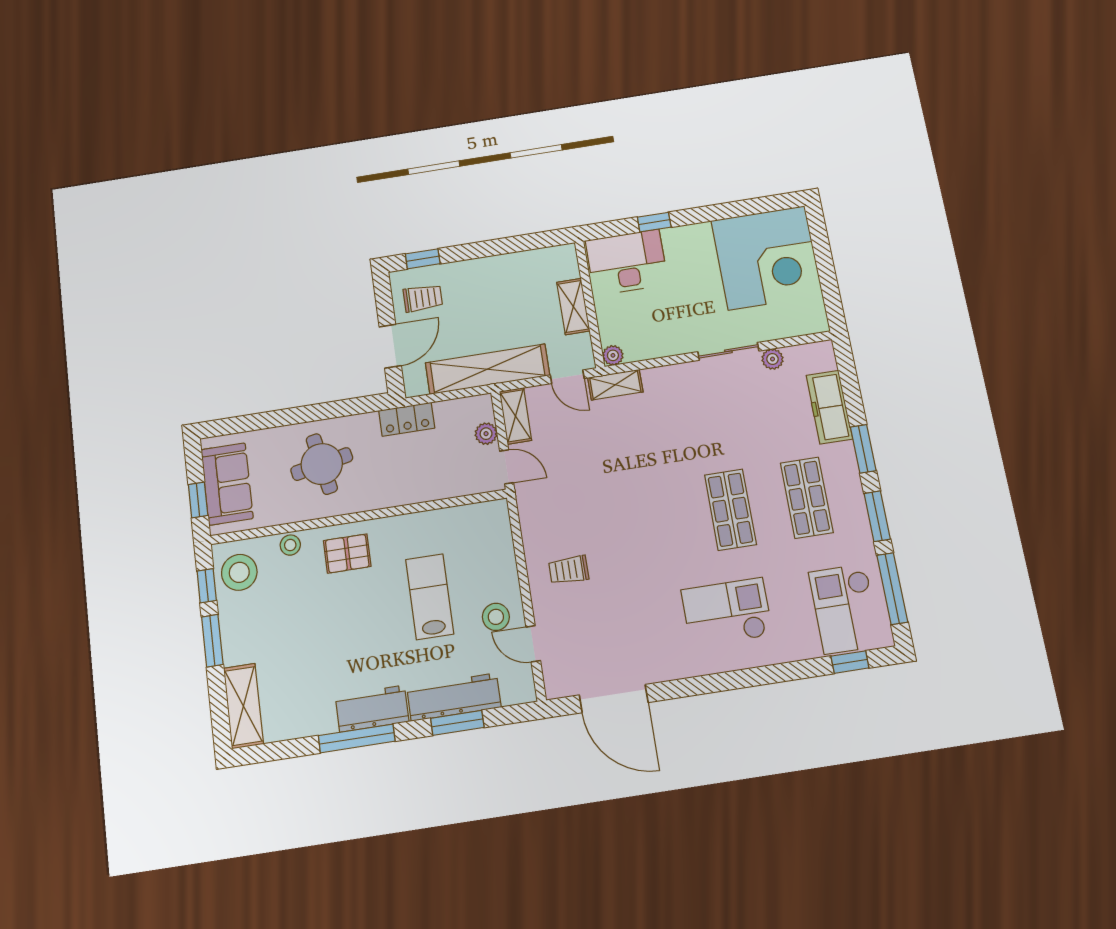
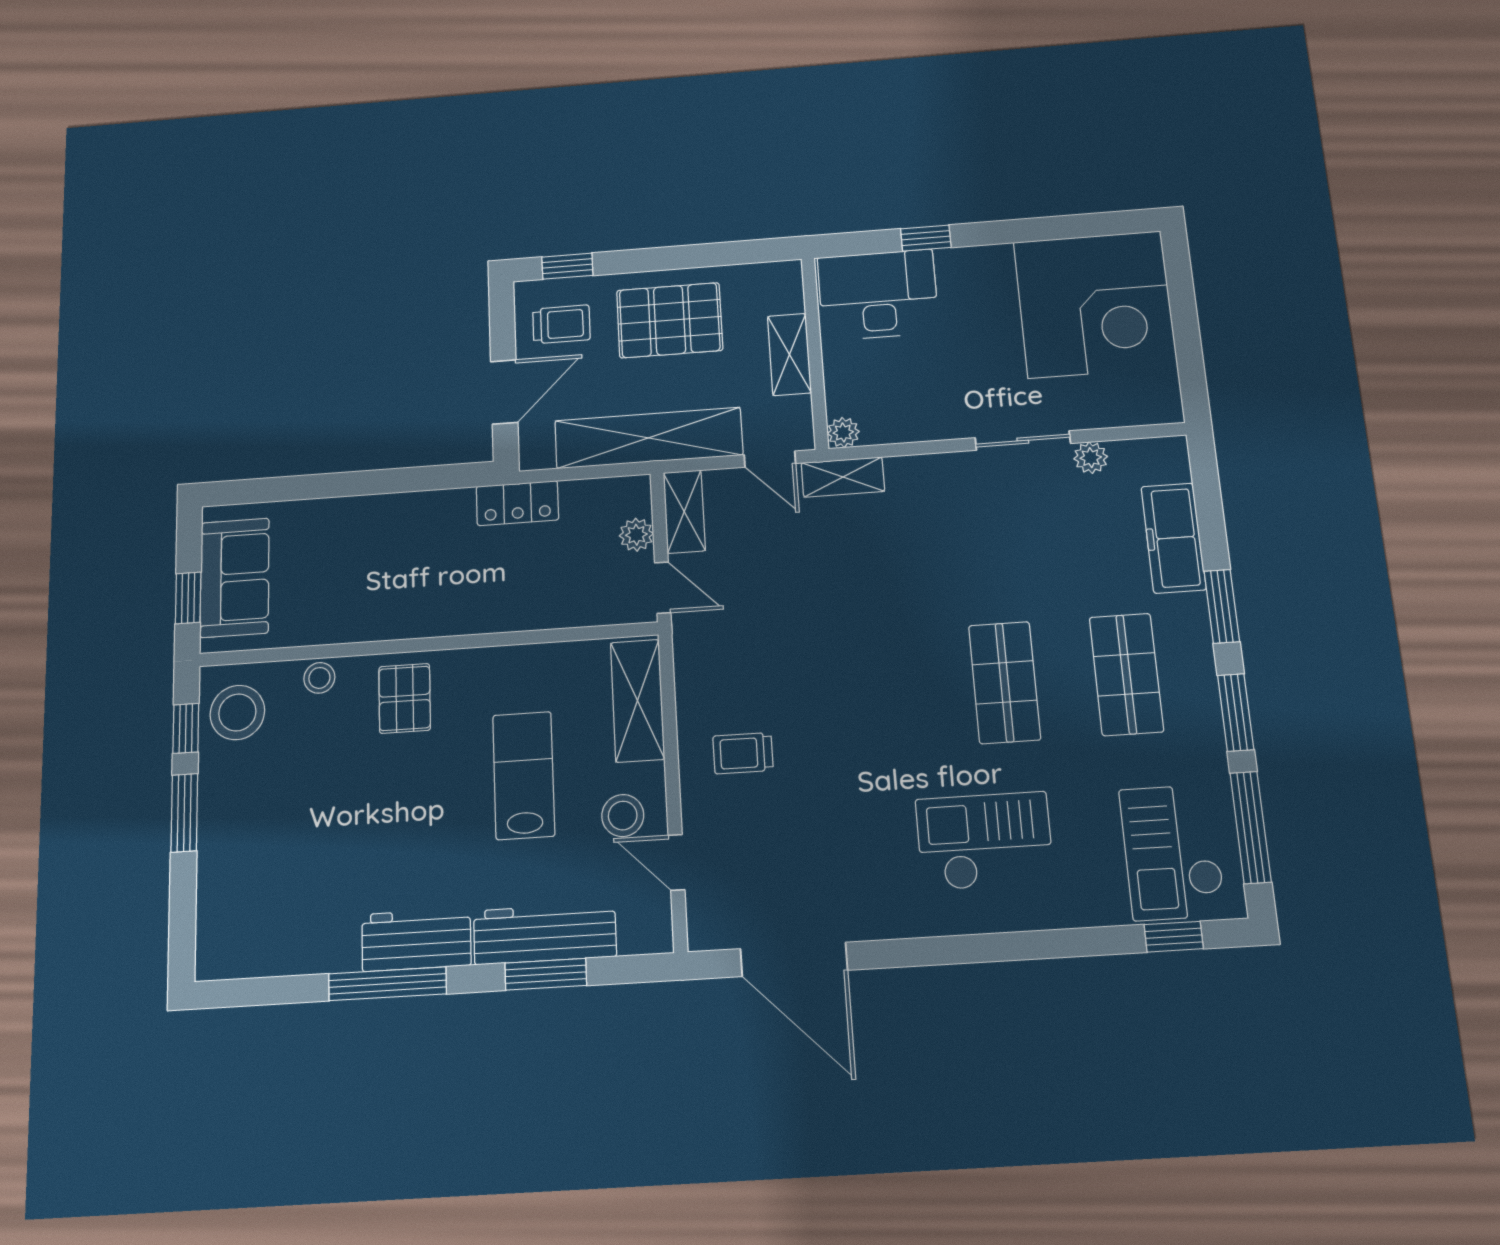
pallet: (493, 290) -> (670, 320), added
round table: (322, 464) -> (381, 560), removed
pallet: (347, 554) -> (405, 698), turned 90
shelving: (243, 706) -> (637, 701), moved

